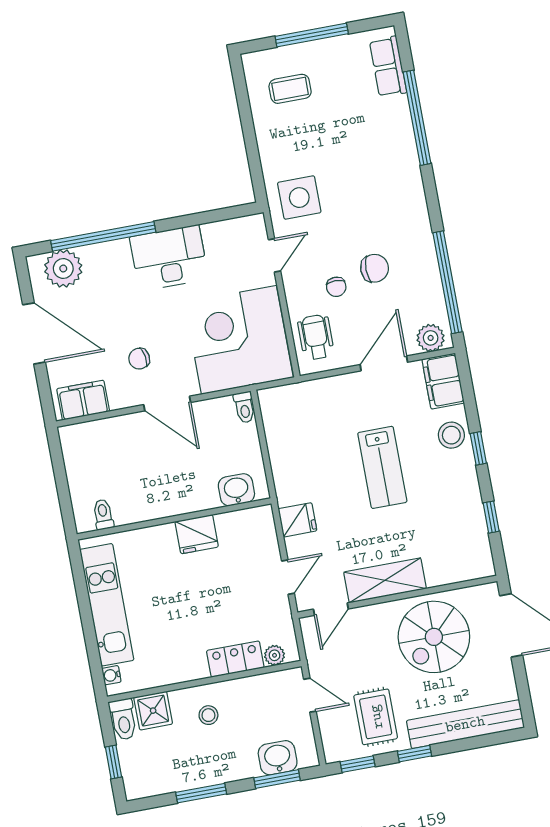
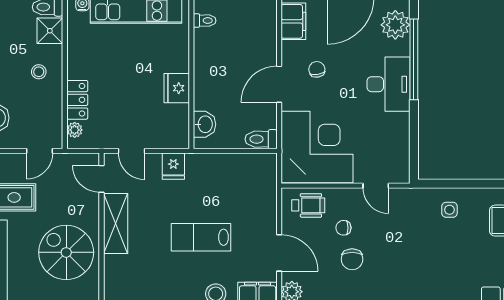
side table: (299, 198) -> (449, 210), moved, width x0.54, depth x0.54
desk: (169, 258) -> (388, 84), moved
toilet: (244, 407) -> (261, 139), width x1.37, depth x1.39

